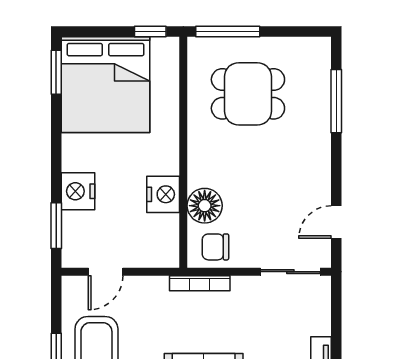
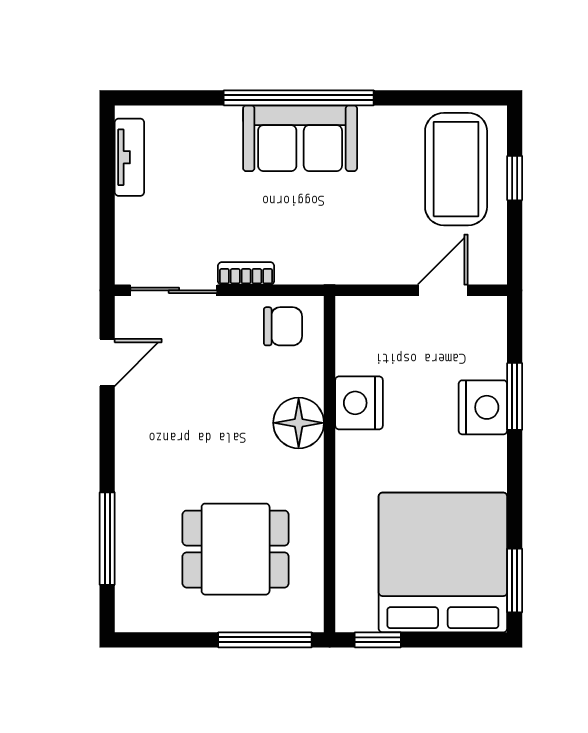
floor lamp: (205, 206) -> (299, 423), moved
window: (56, 226) -> (515, 396), moved
bookcase: (200, 283) -> (246, 273), moved, width x0.64

